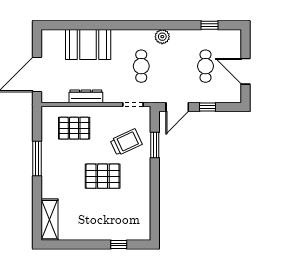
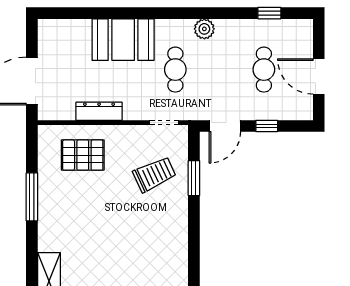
booth: (88, 44) -> (123, 40), moved
pallet: (103, 176) -> (122, 221), removed

